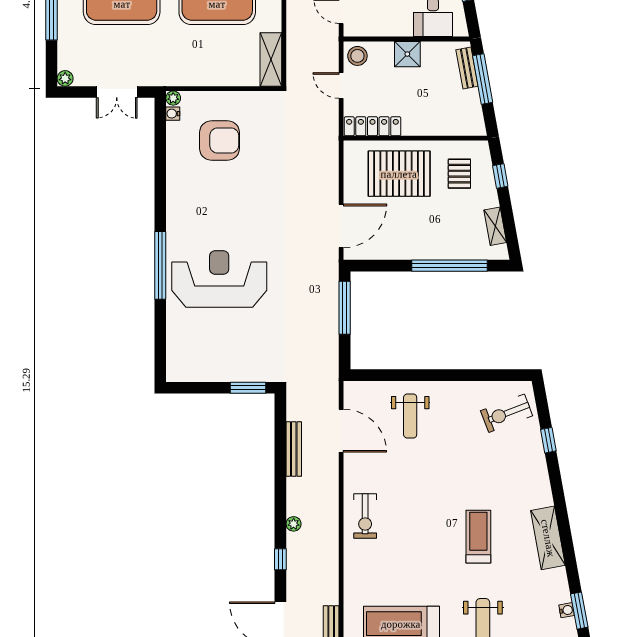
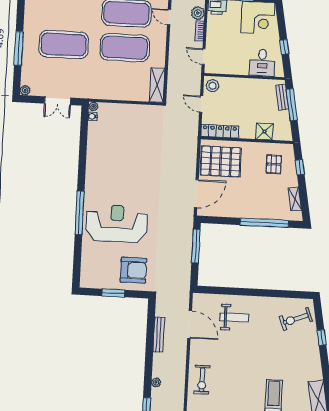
shower: (407, 54) -> (265, 131), moved
armchair: (219, 140) -> (133, 270), moved
pallet: (399, 174) -> (221, 161), moved
window: (248, 388) -> (113, 293), moved
weight bench: (410, 416) -> (234, 317), turned -90

